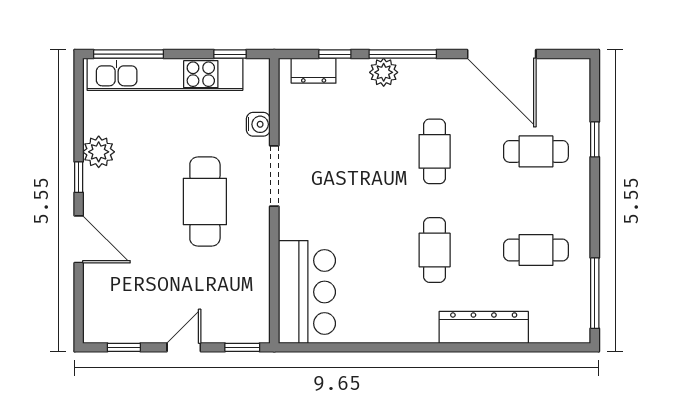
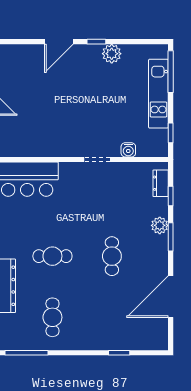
window: (403, 54) -> (171, 237), width x0.69
kitchen unit: (165, 74) -> (158, 94), width x0.73
cafe table: (435, 151) -> (112, 256), turned 90
cafe table: (536, 151) -> (112, 317), removed
doorway: (274, 176) -> (97, 160), width x0.73
cafe table: (205, 202) -> (82, 118), removed

